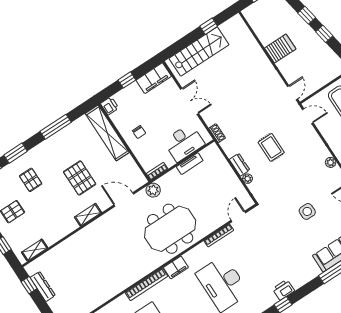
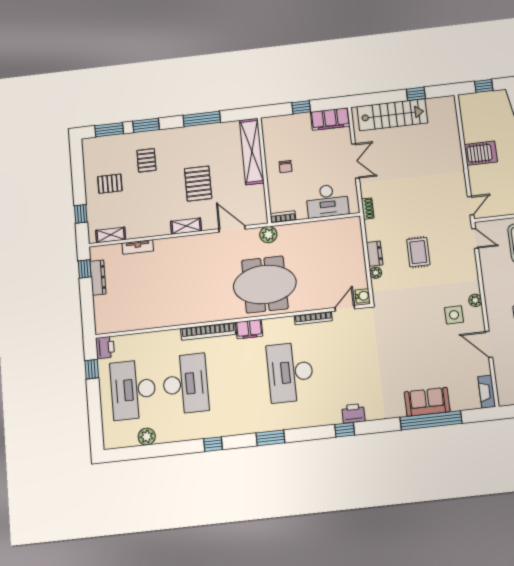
printer: (110, 106) -> (269, 125), removed
tv unit: (190, 164) -> (138, 247), moved
water cooler: (247, 201) -> (363, 296), added
side table: (307, 211) -> (454, 315), moved

